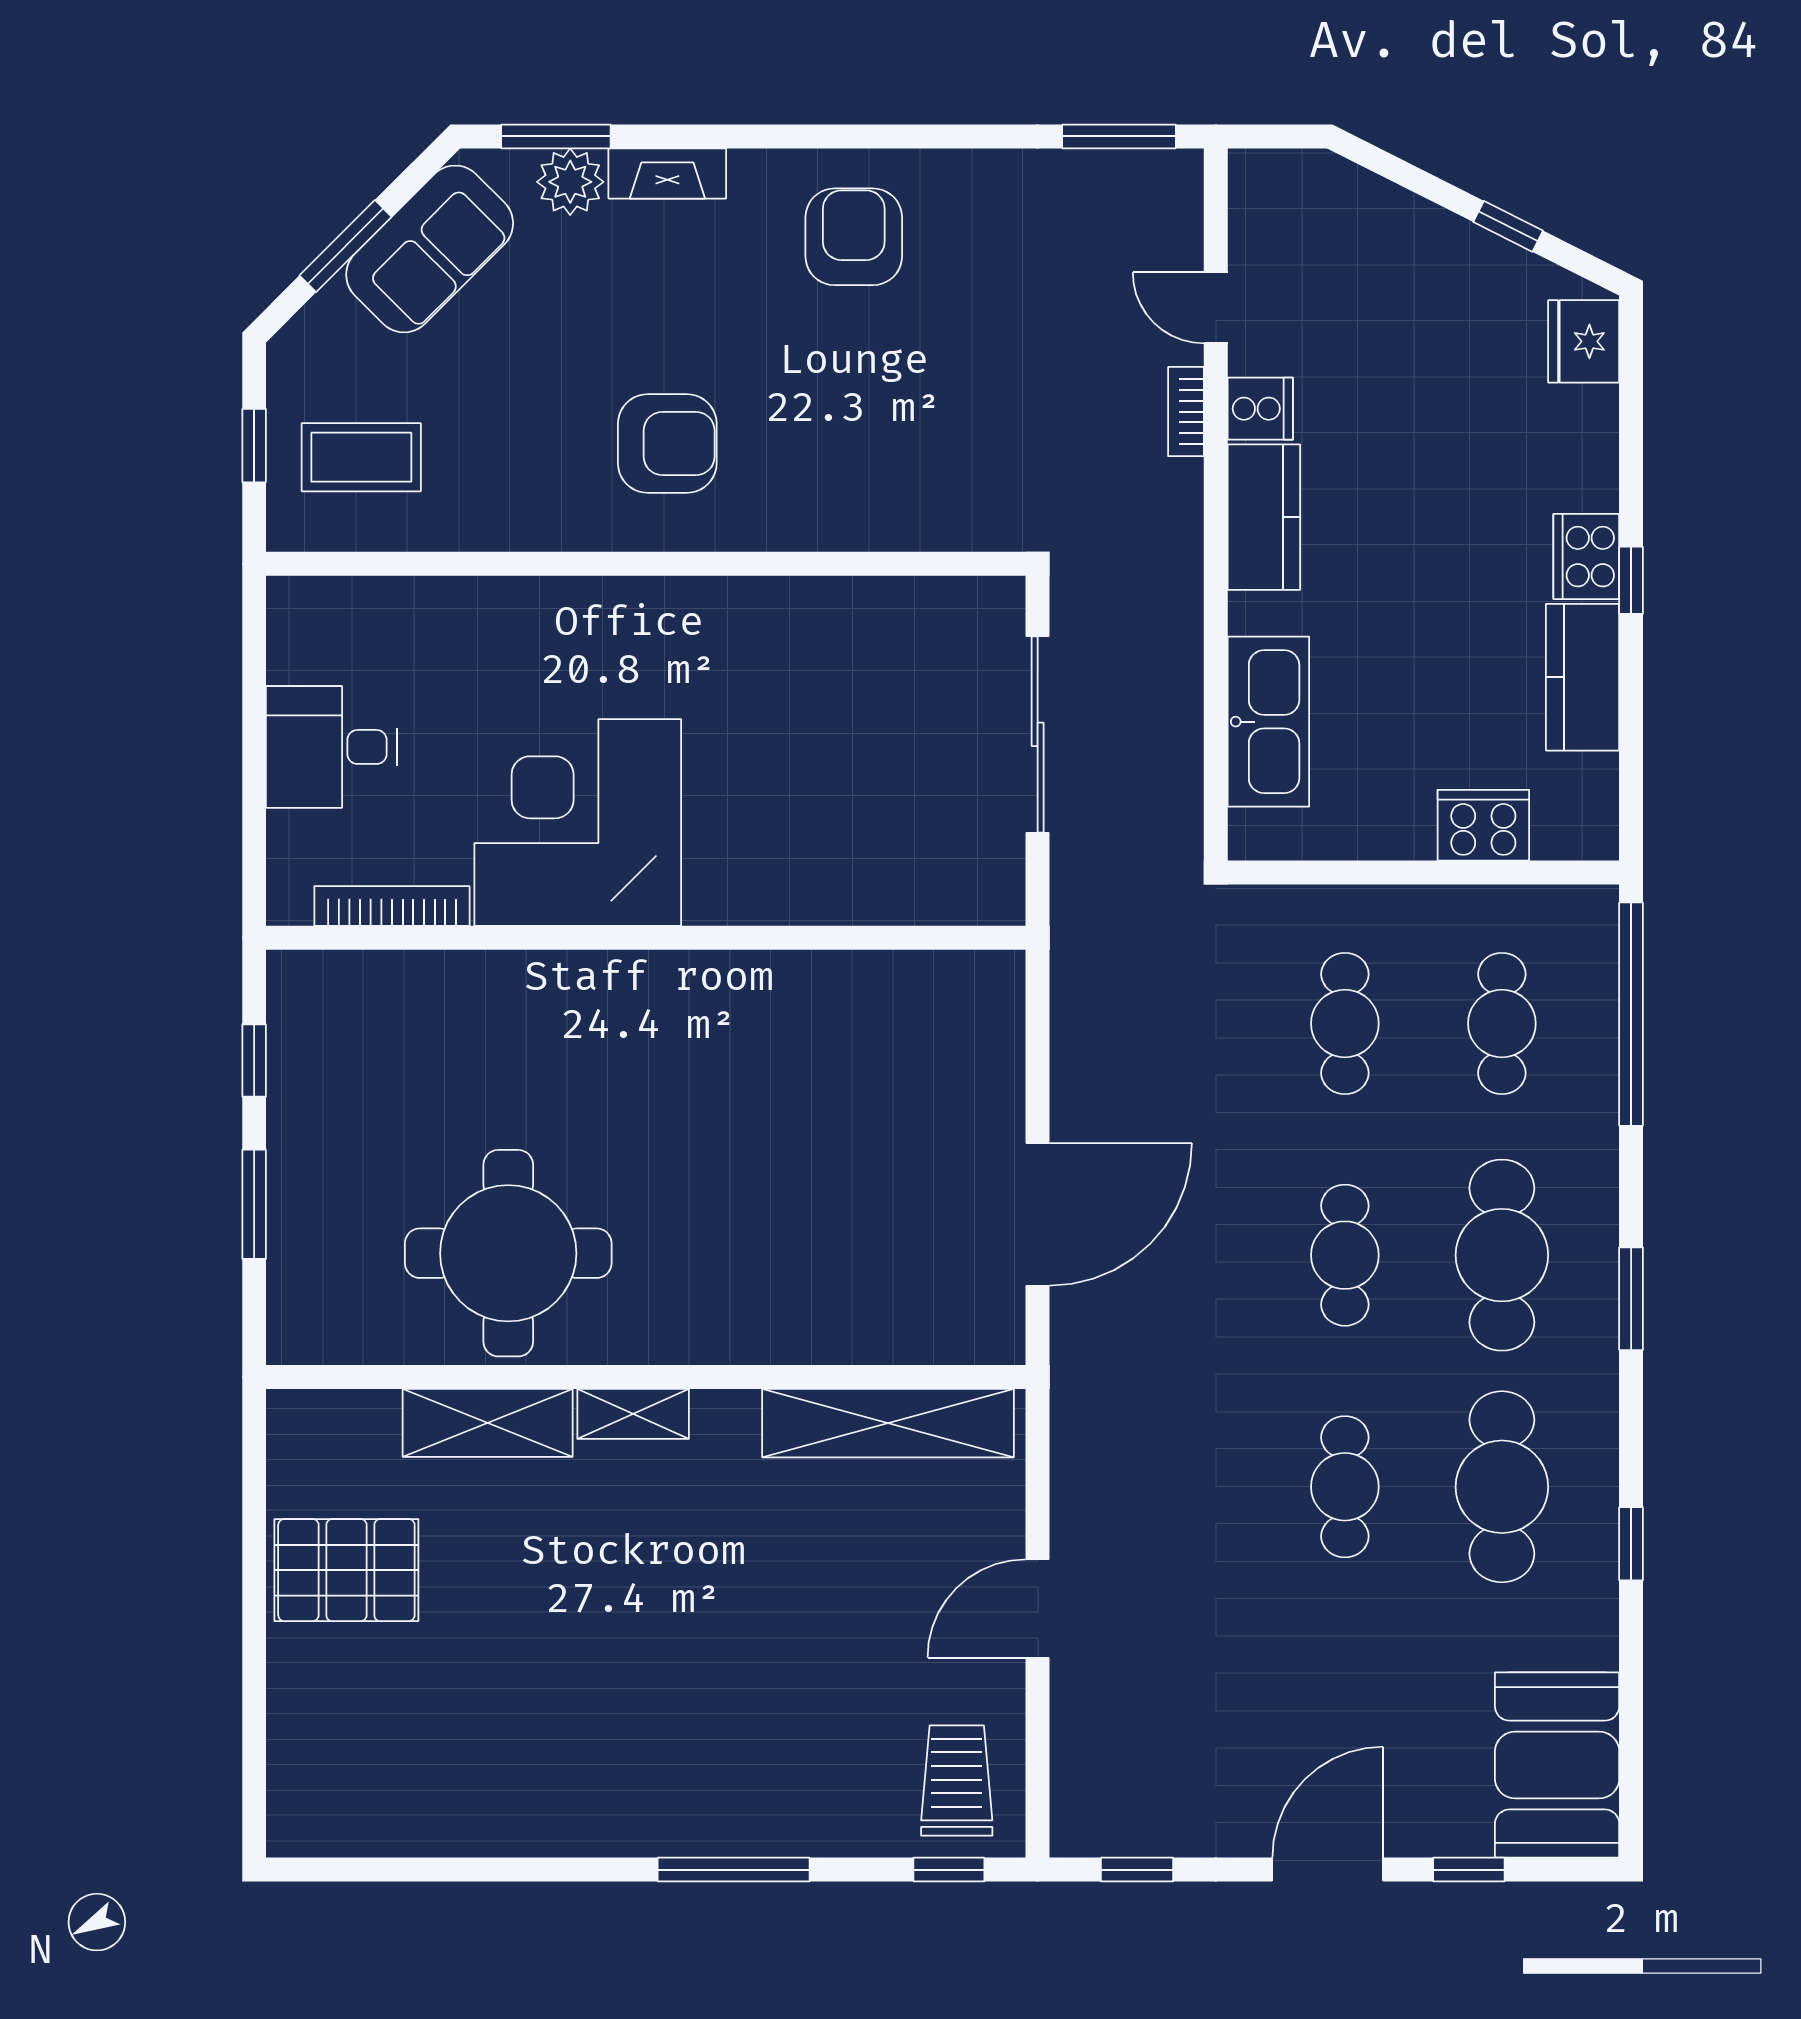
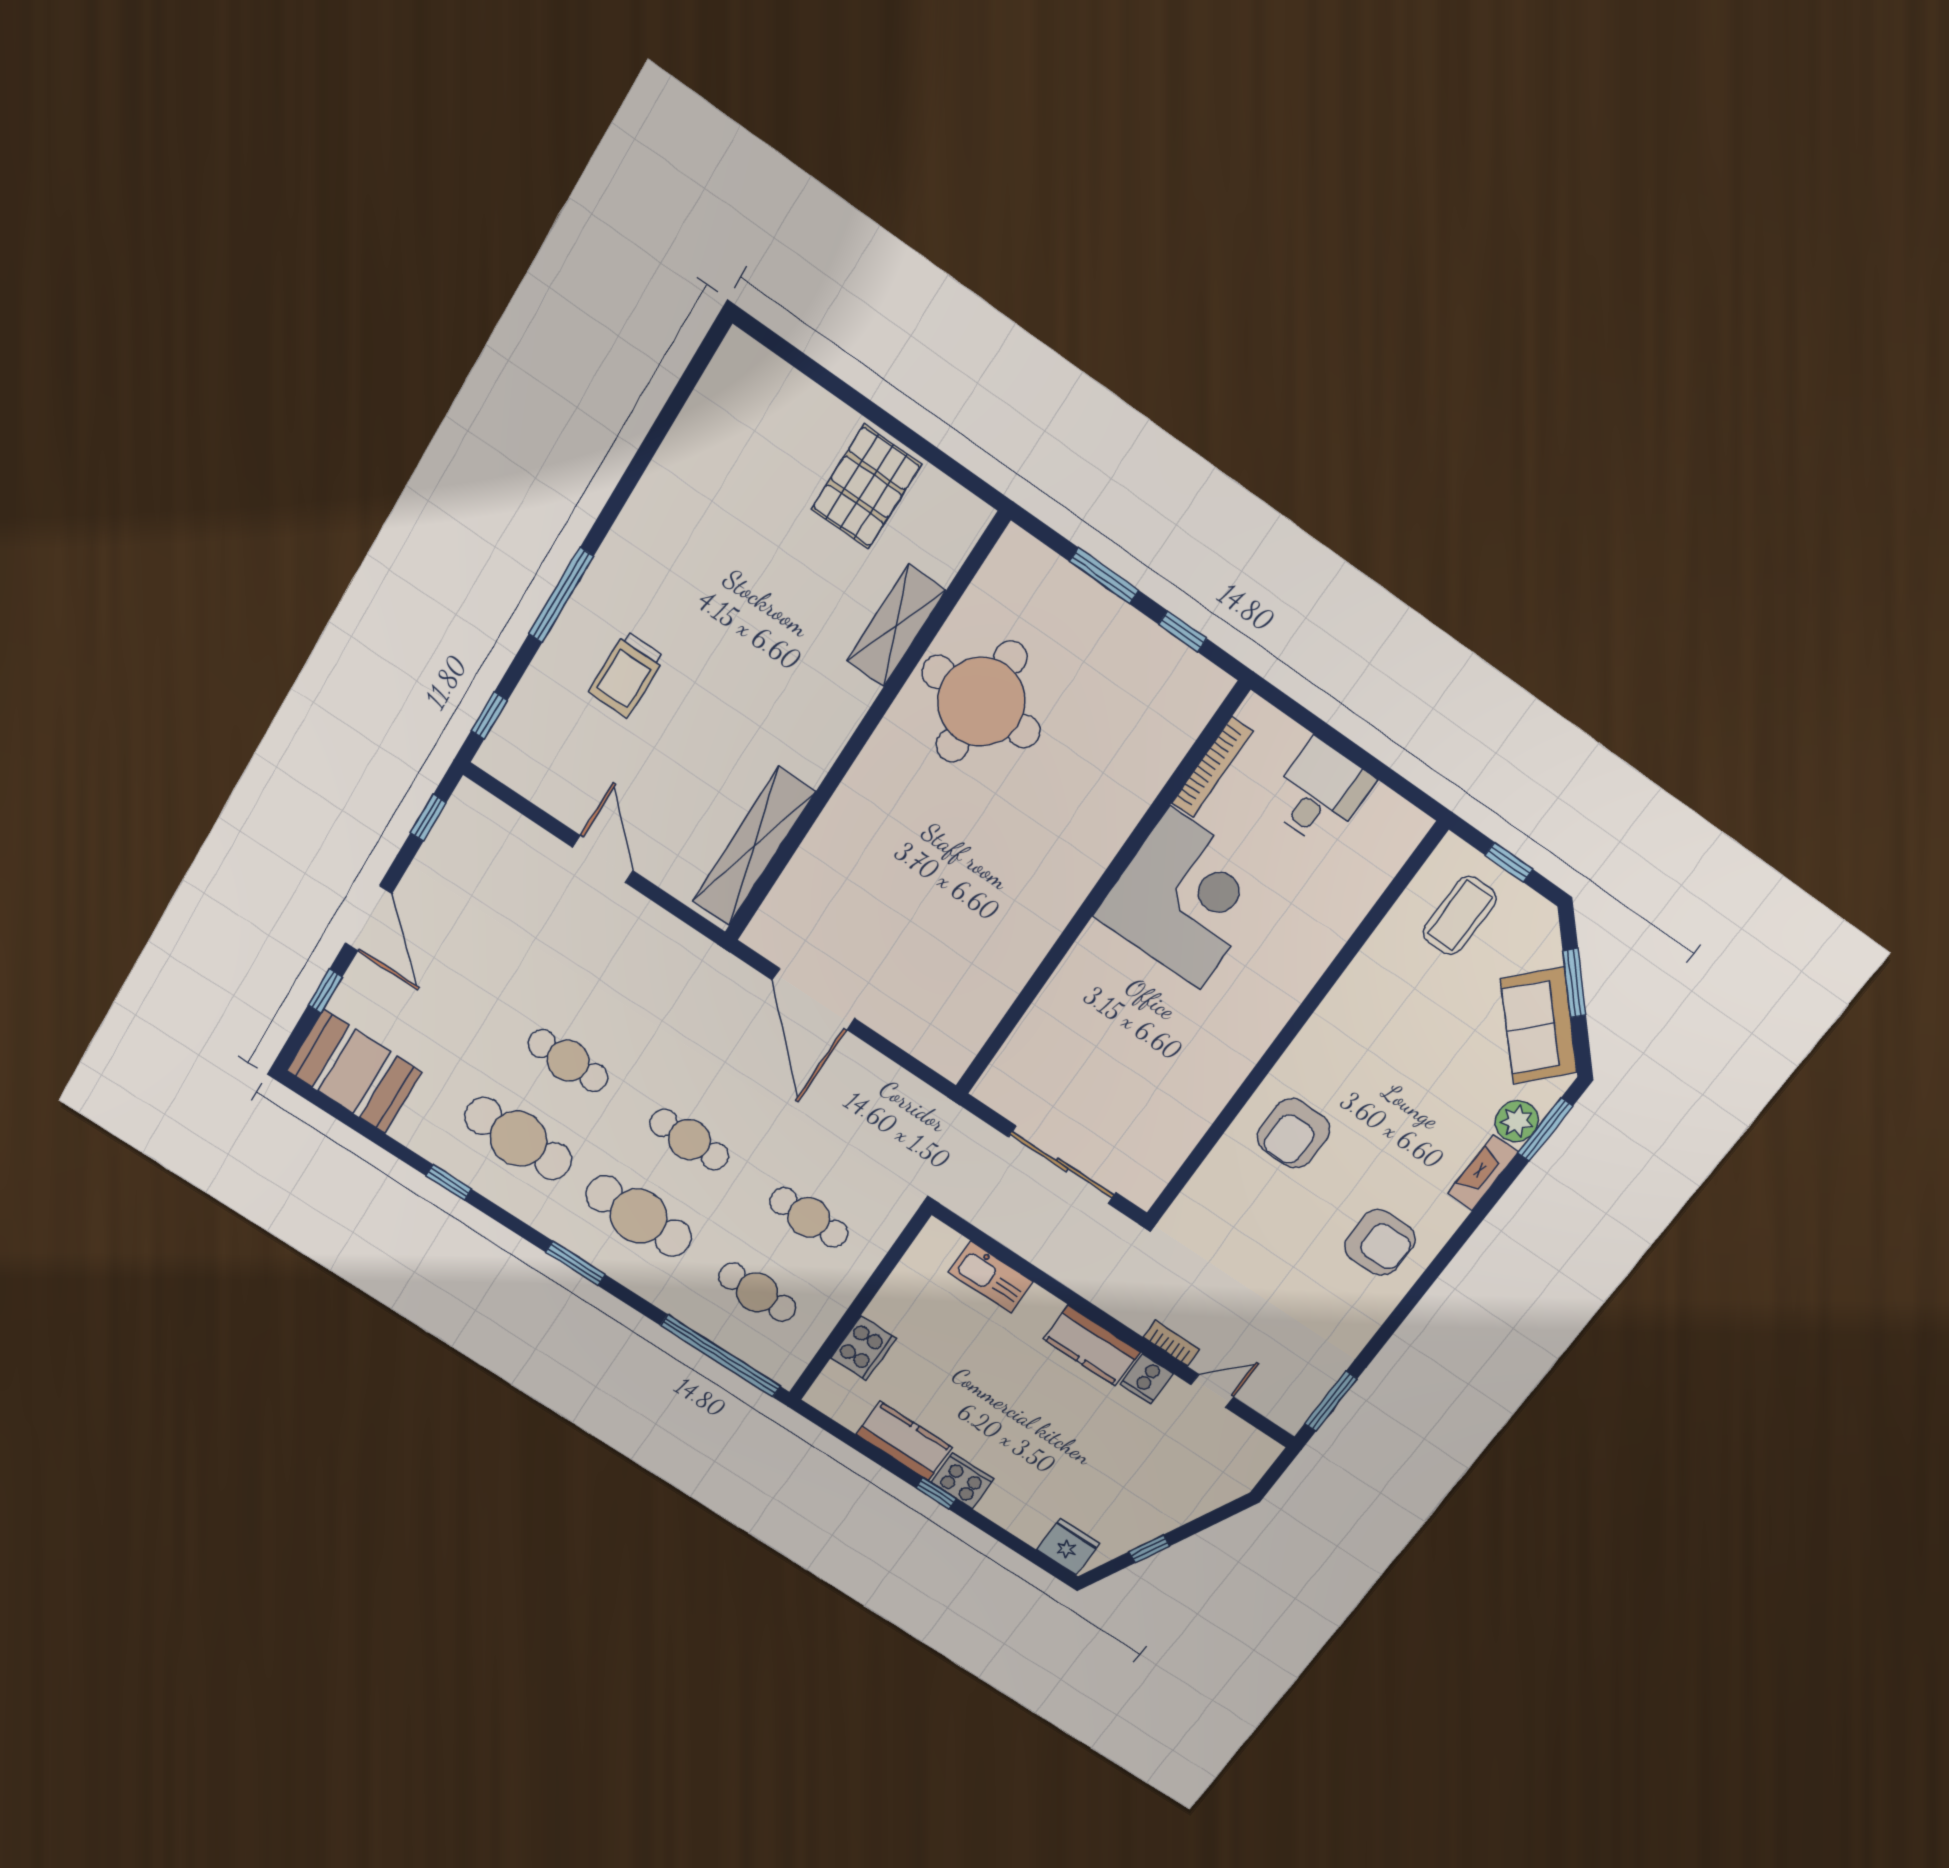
armchair: (667, 444) -> (1293, 1133), moved
kitchen sink: (1268, 722) -> (991, 1277), width x0.73, depth x0.81
shelving: (633, 1414) -> (848, 711), removed
trolley: (957, 1780) -> (627, 675), moved, turned 90

